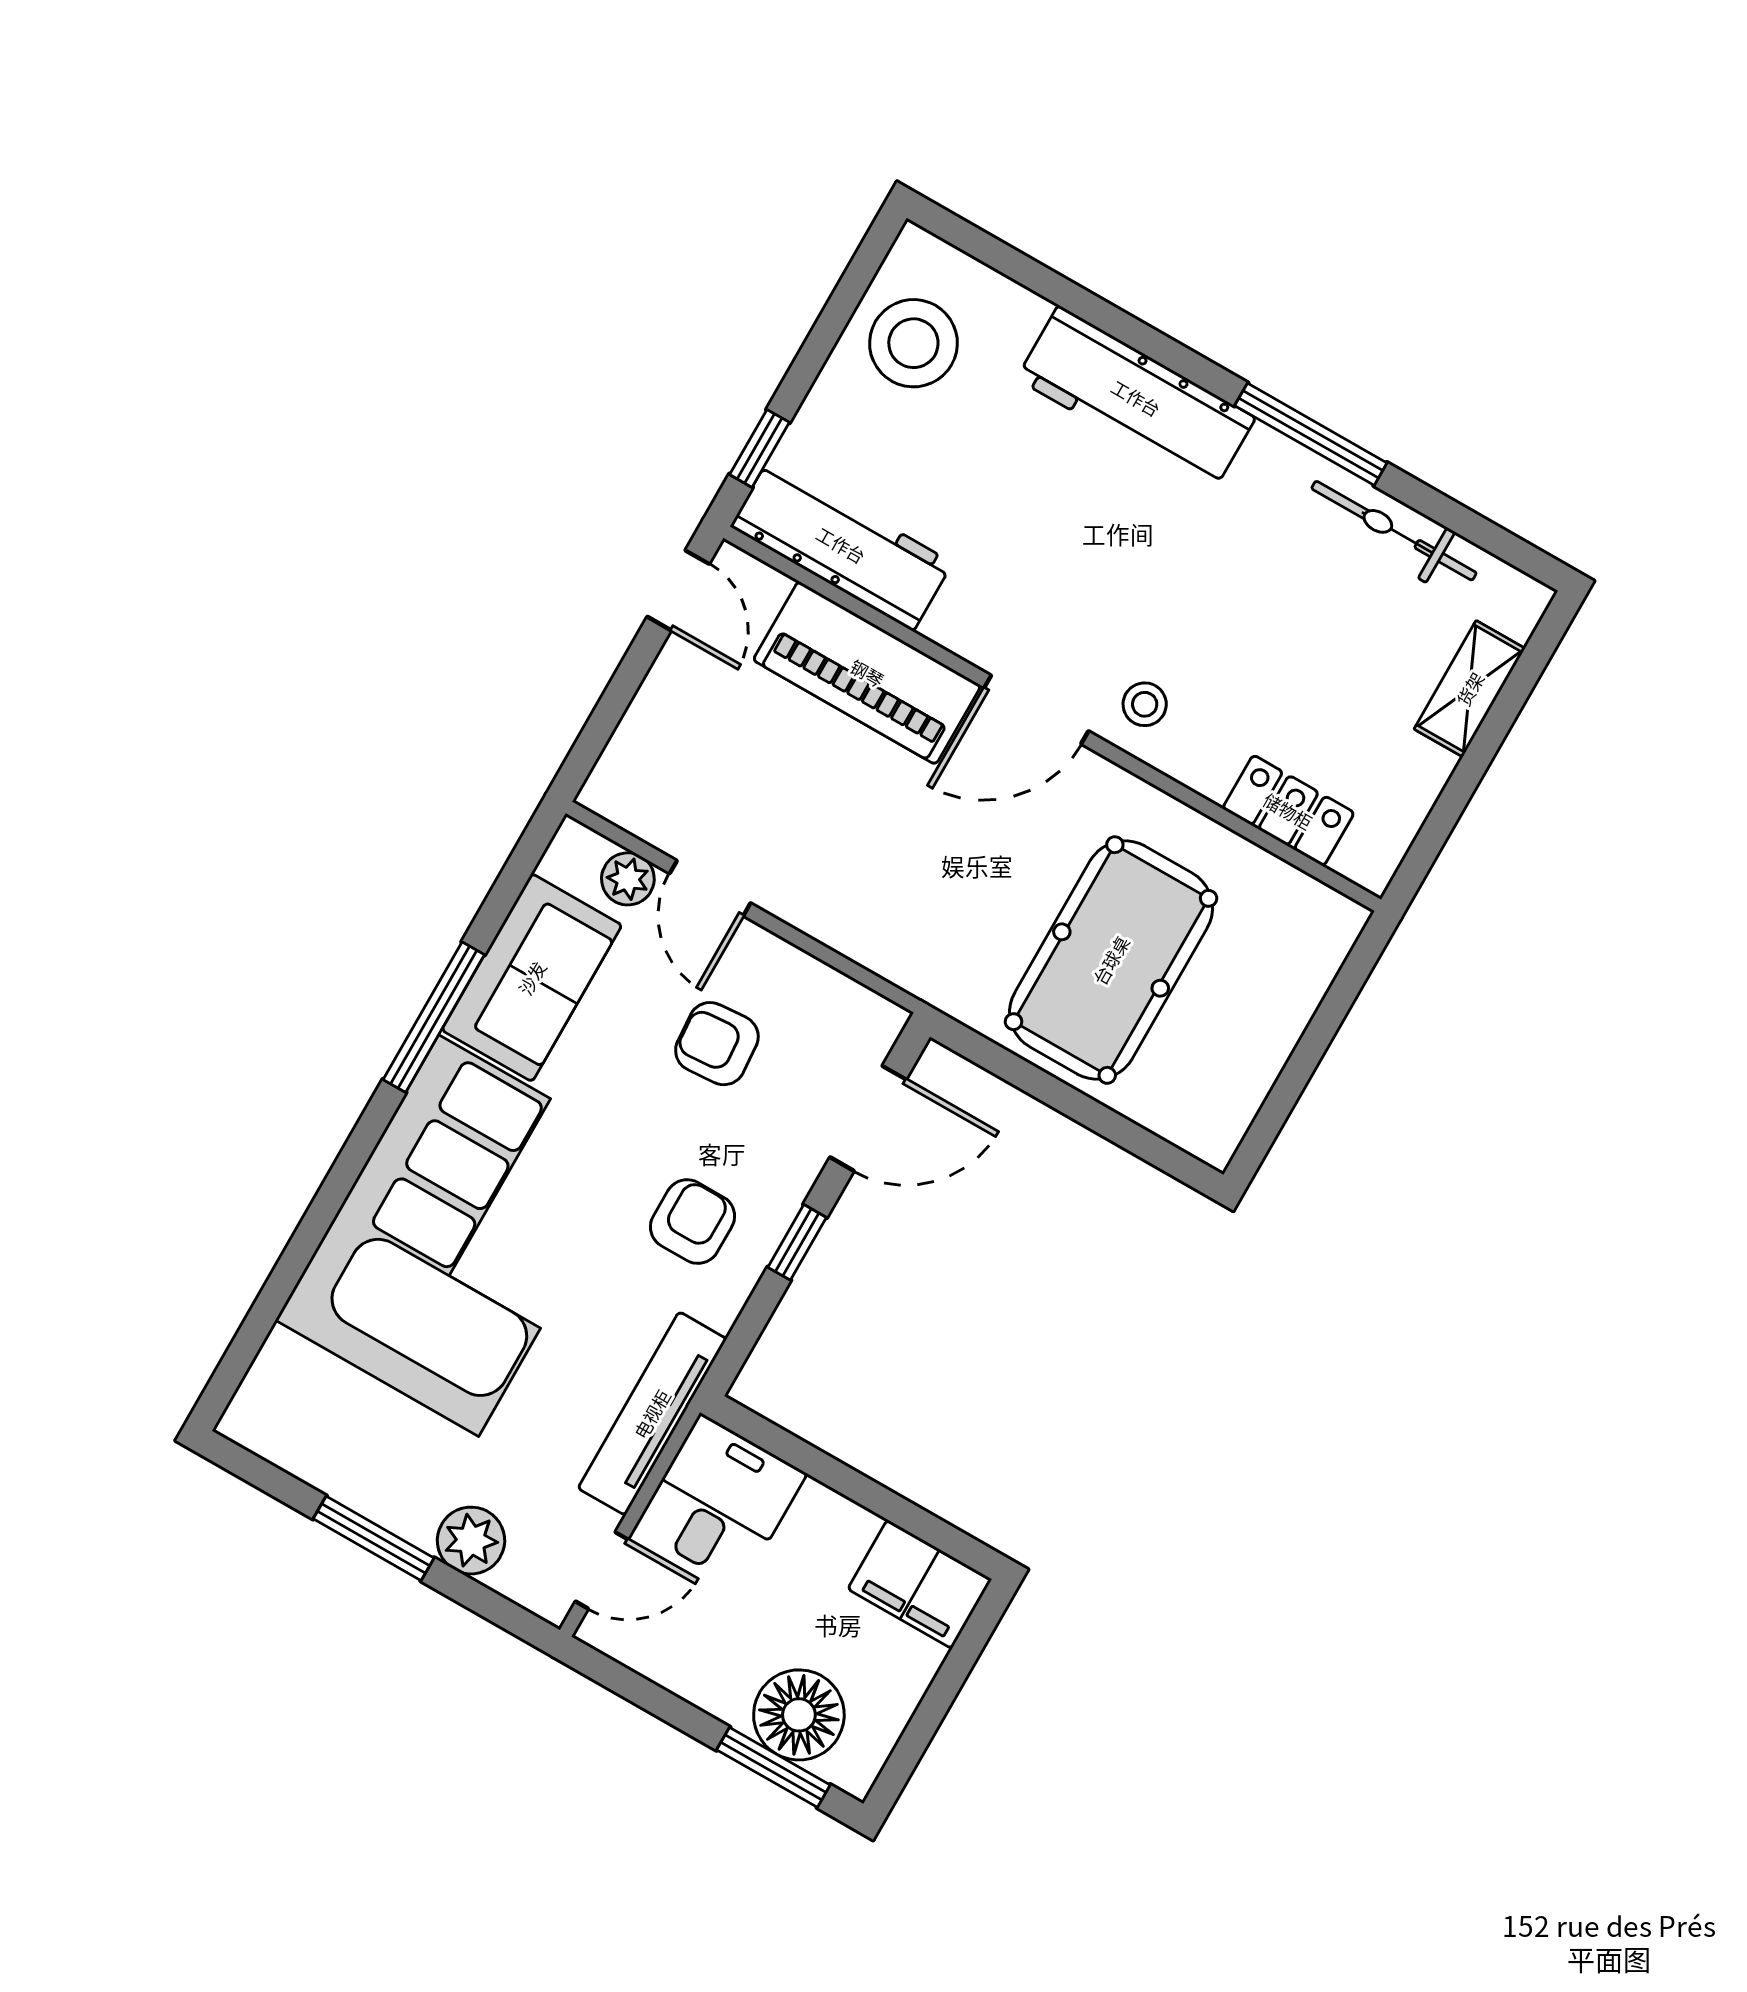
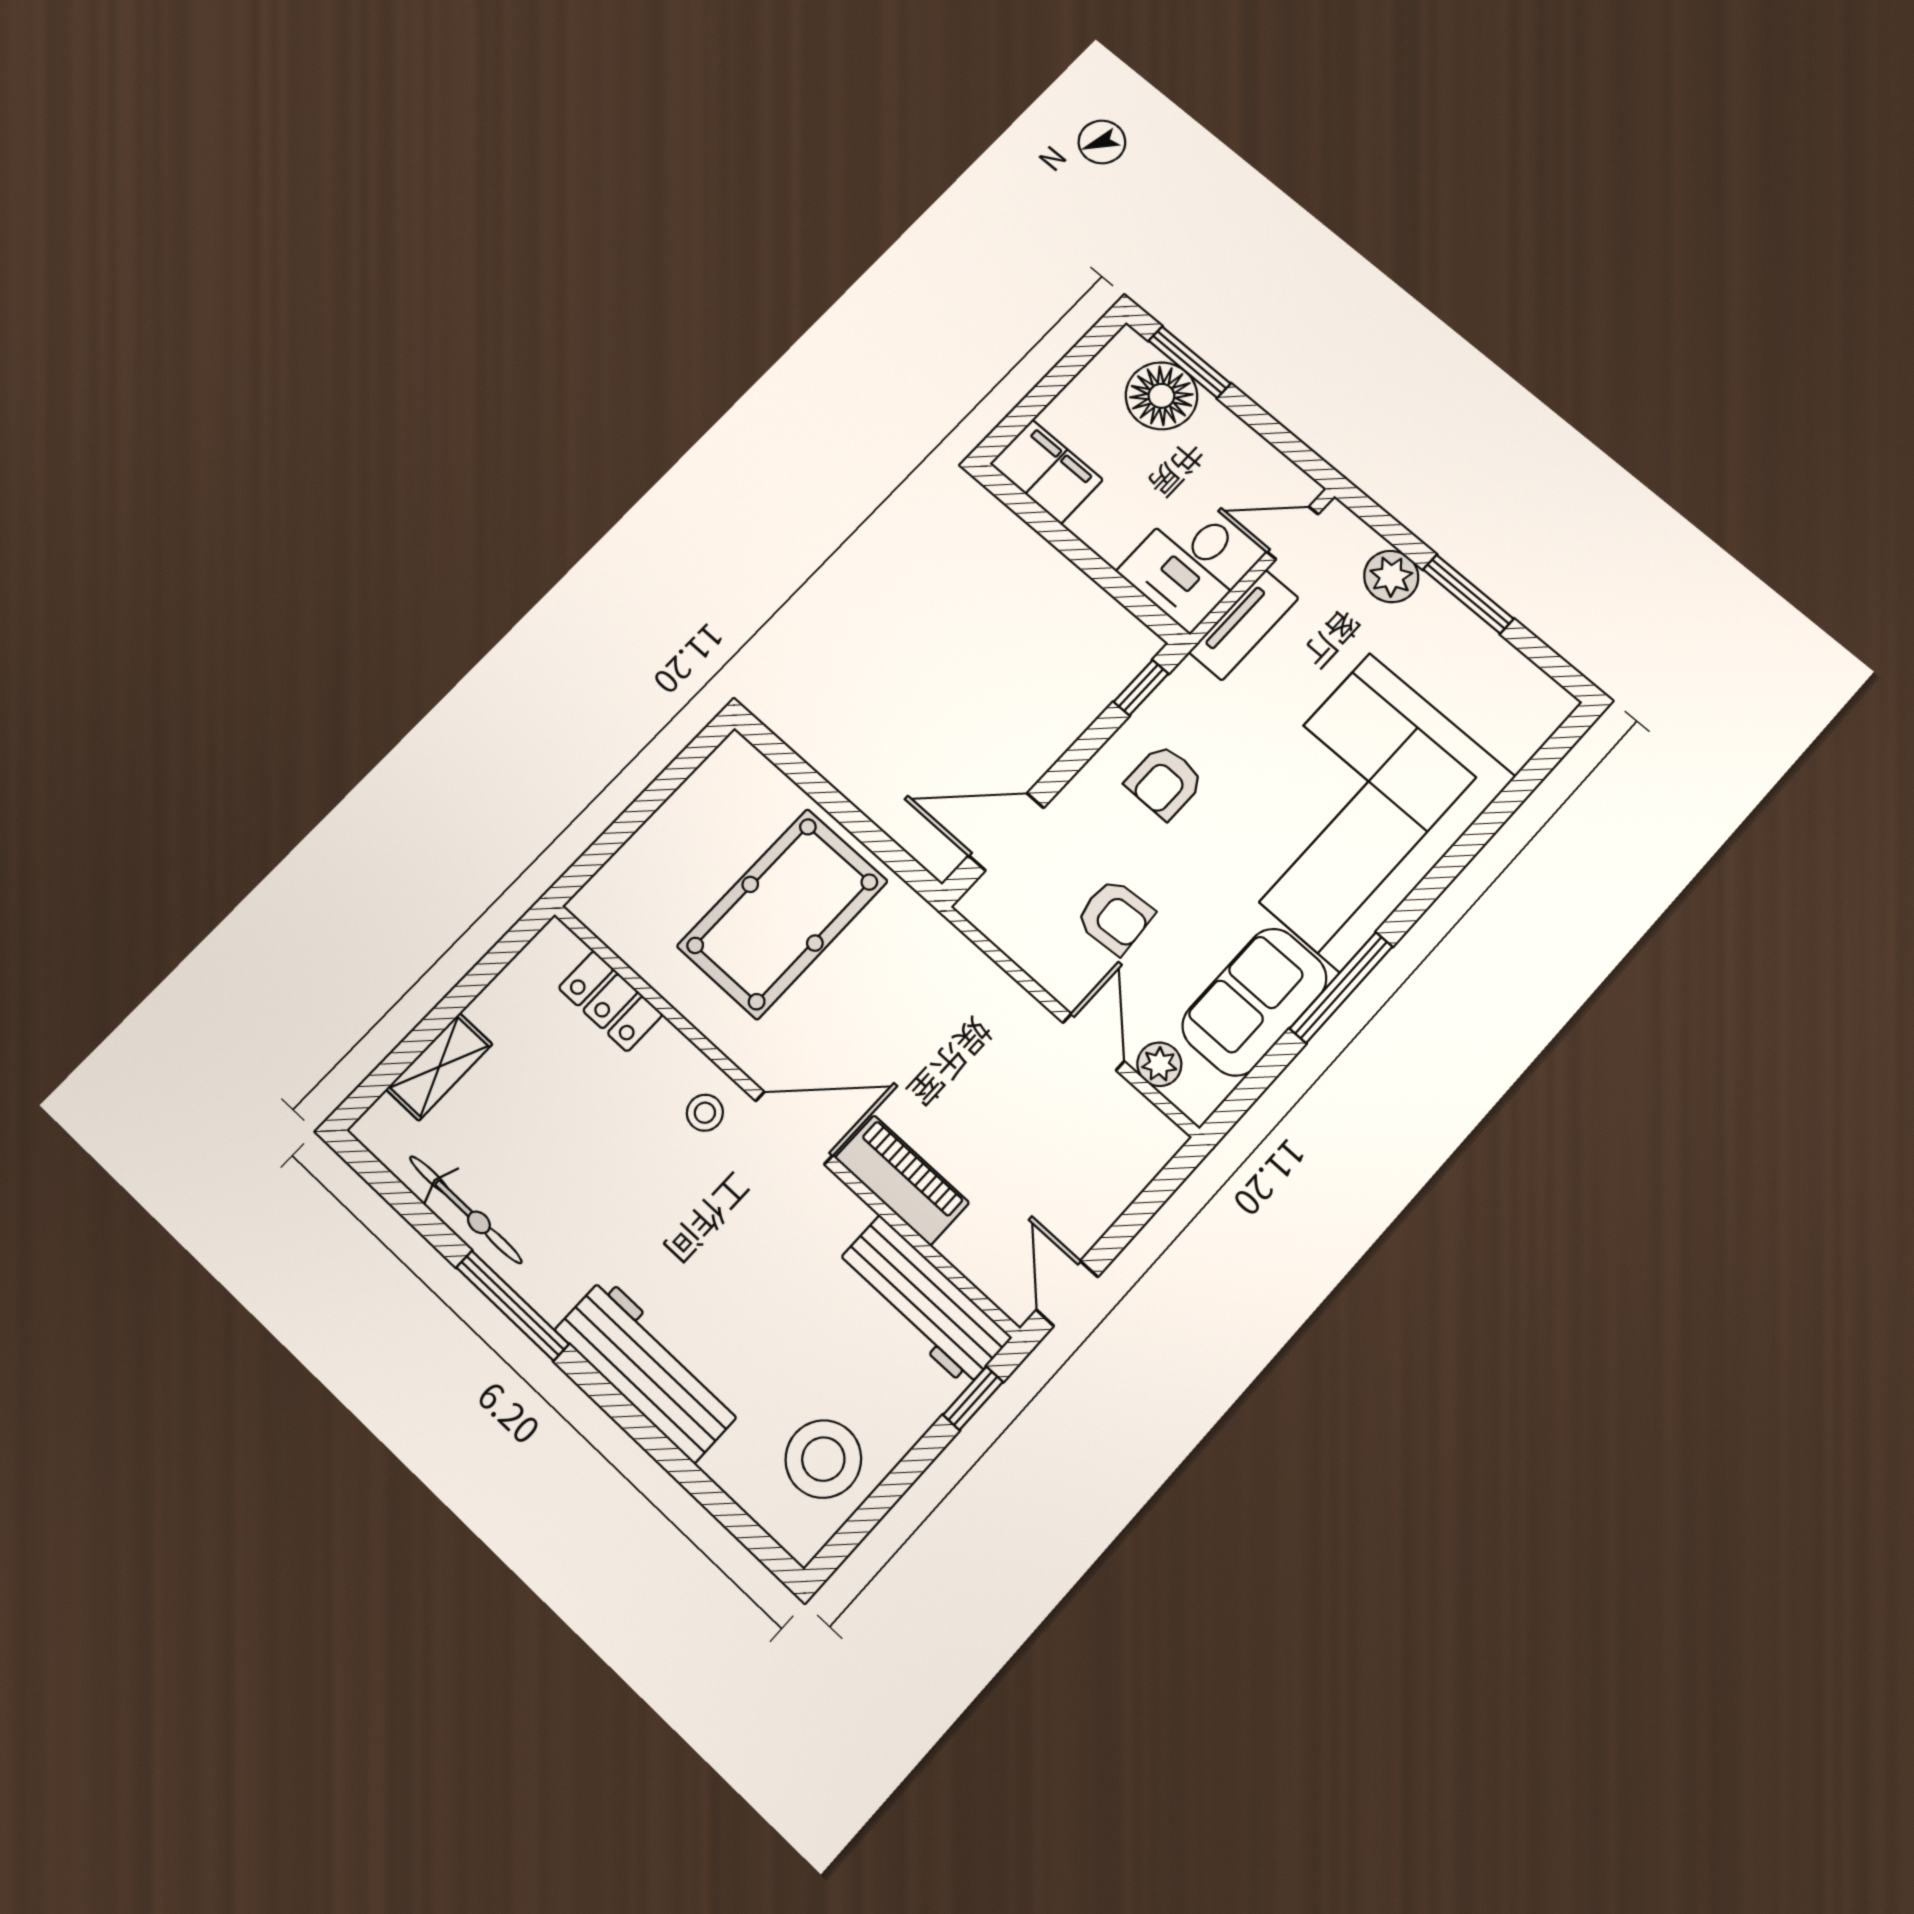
piano: (867, 673) -> (902, 1180), width x0.73, depth x0.75
window: (797, 1242) -> (1141, 688), moved
tv unit: (652, 1414) -> (1244, 625), width x0.71

